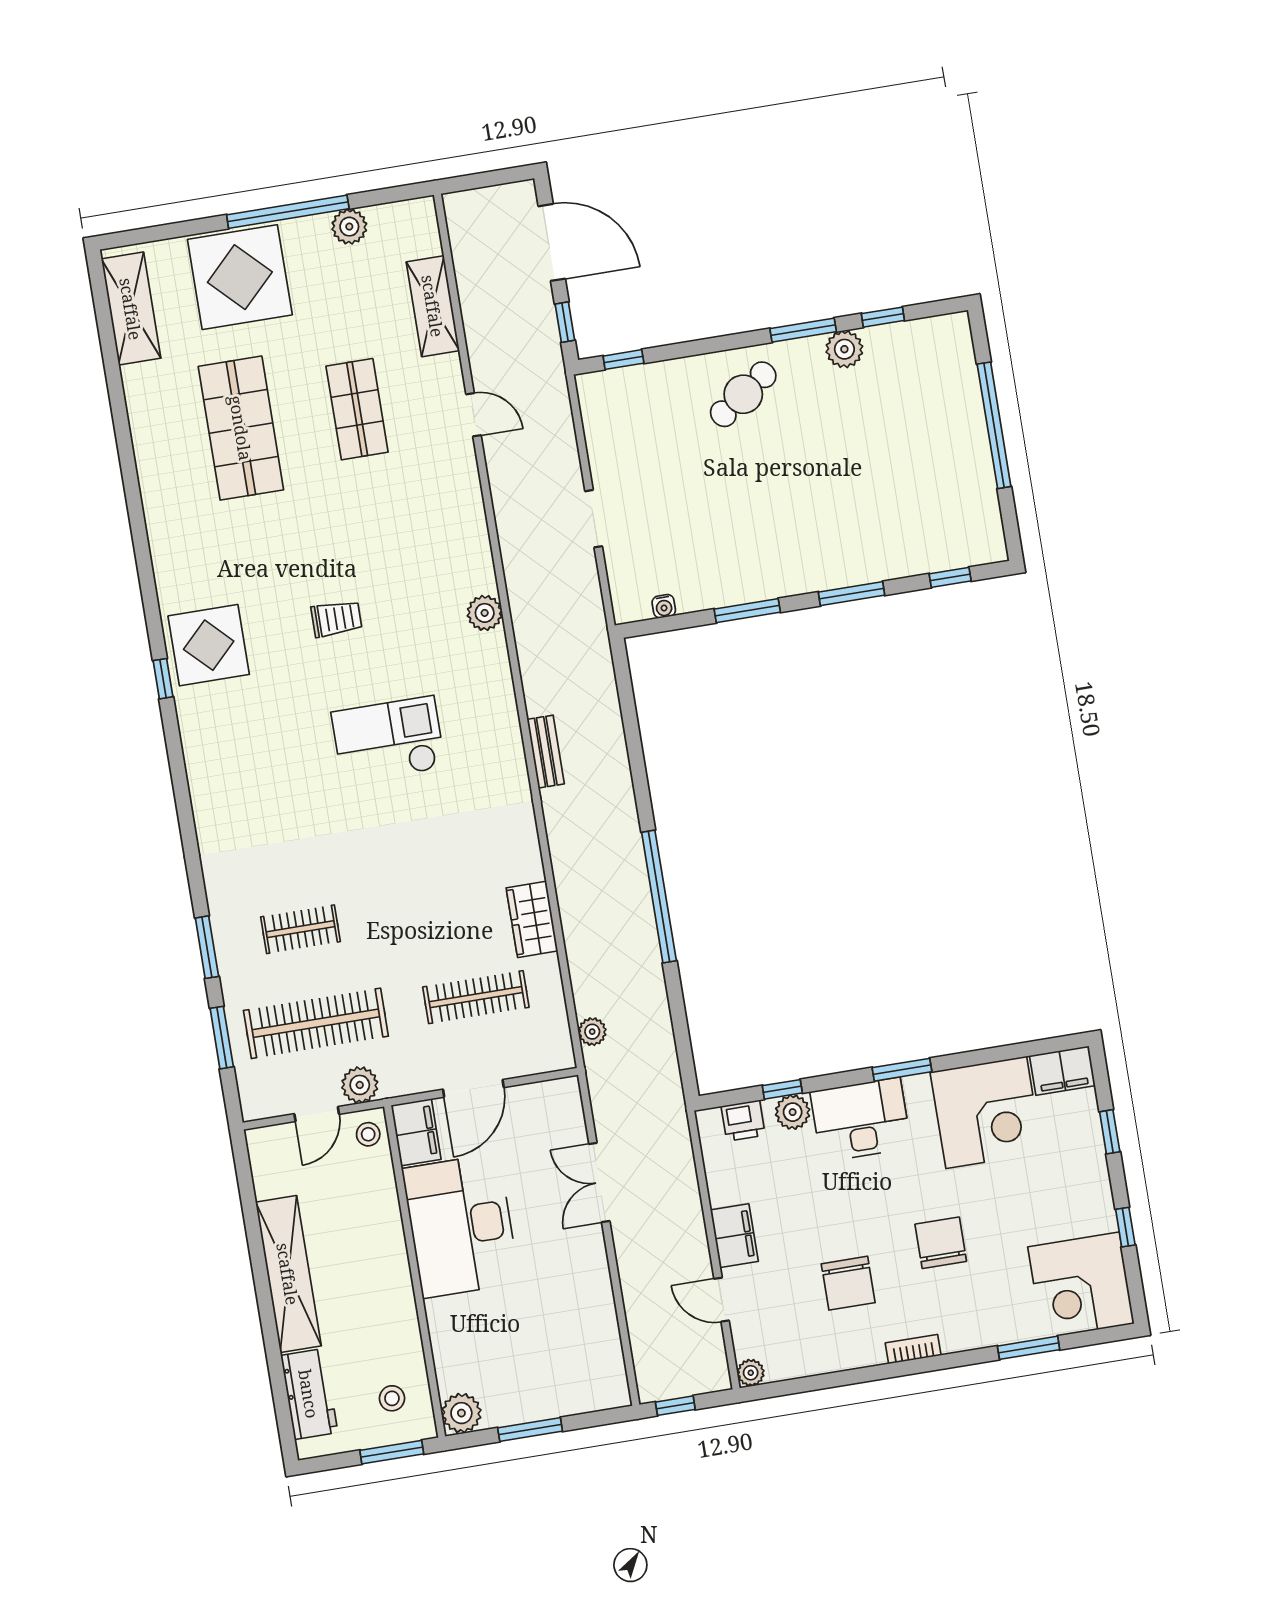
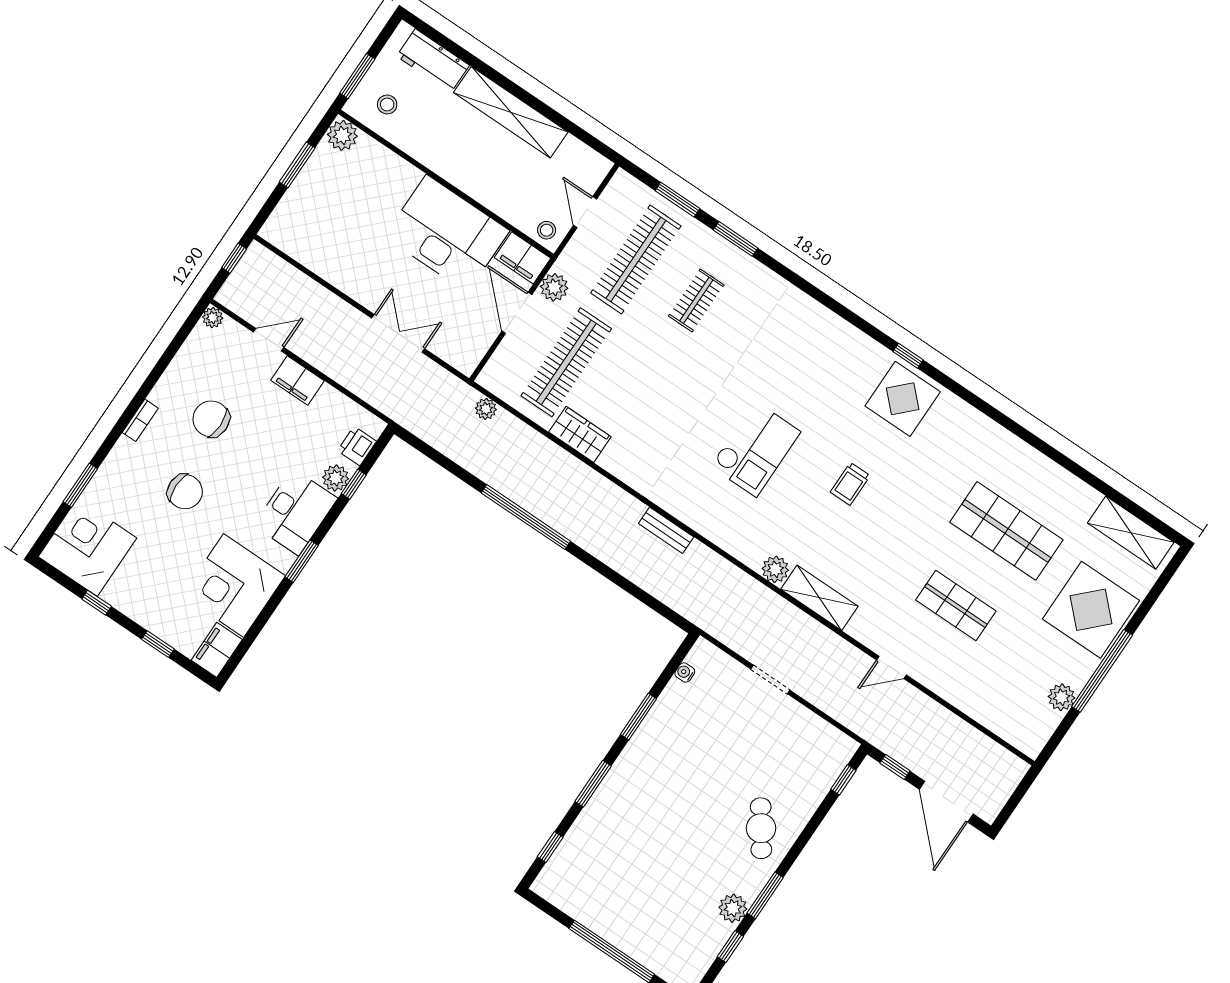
door: (552, 242) -> (946, 802), hinge flipped
shelving: (433, 306) -> (819, 598), moved
clothes rail: (476, 997) -> (566, 362), width x1.37, depth x1.31
plant: (360, 1085) -> (554, 287), moved

